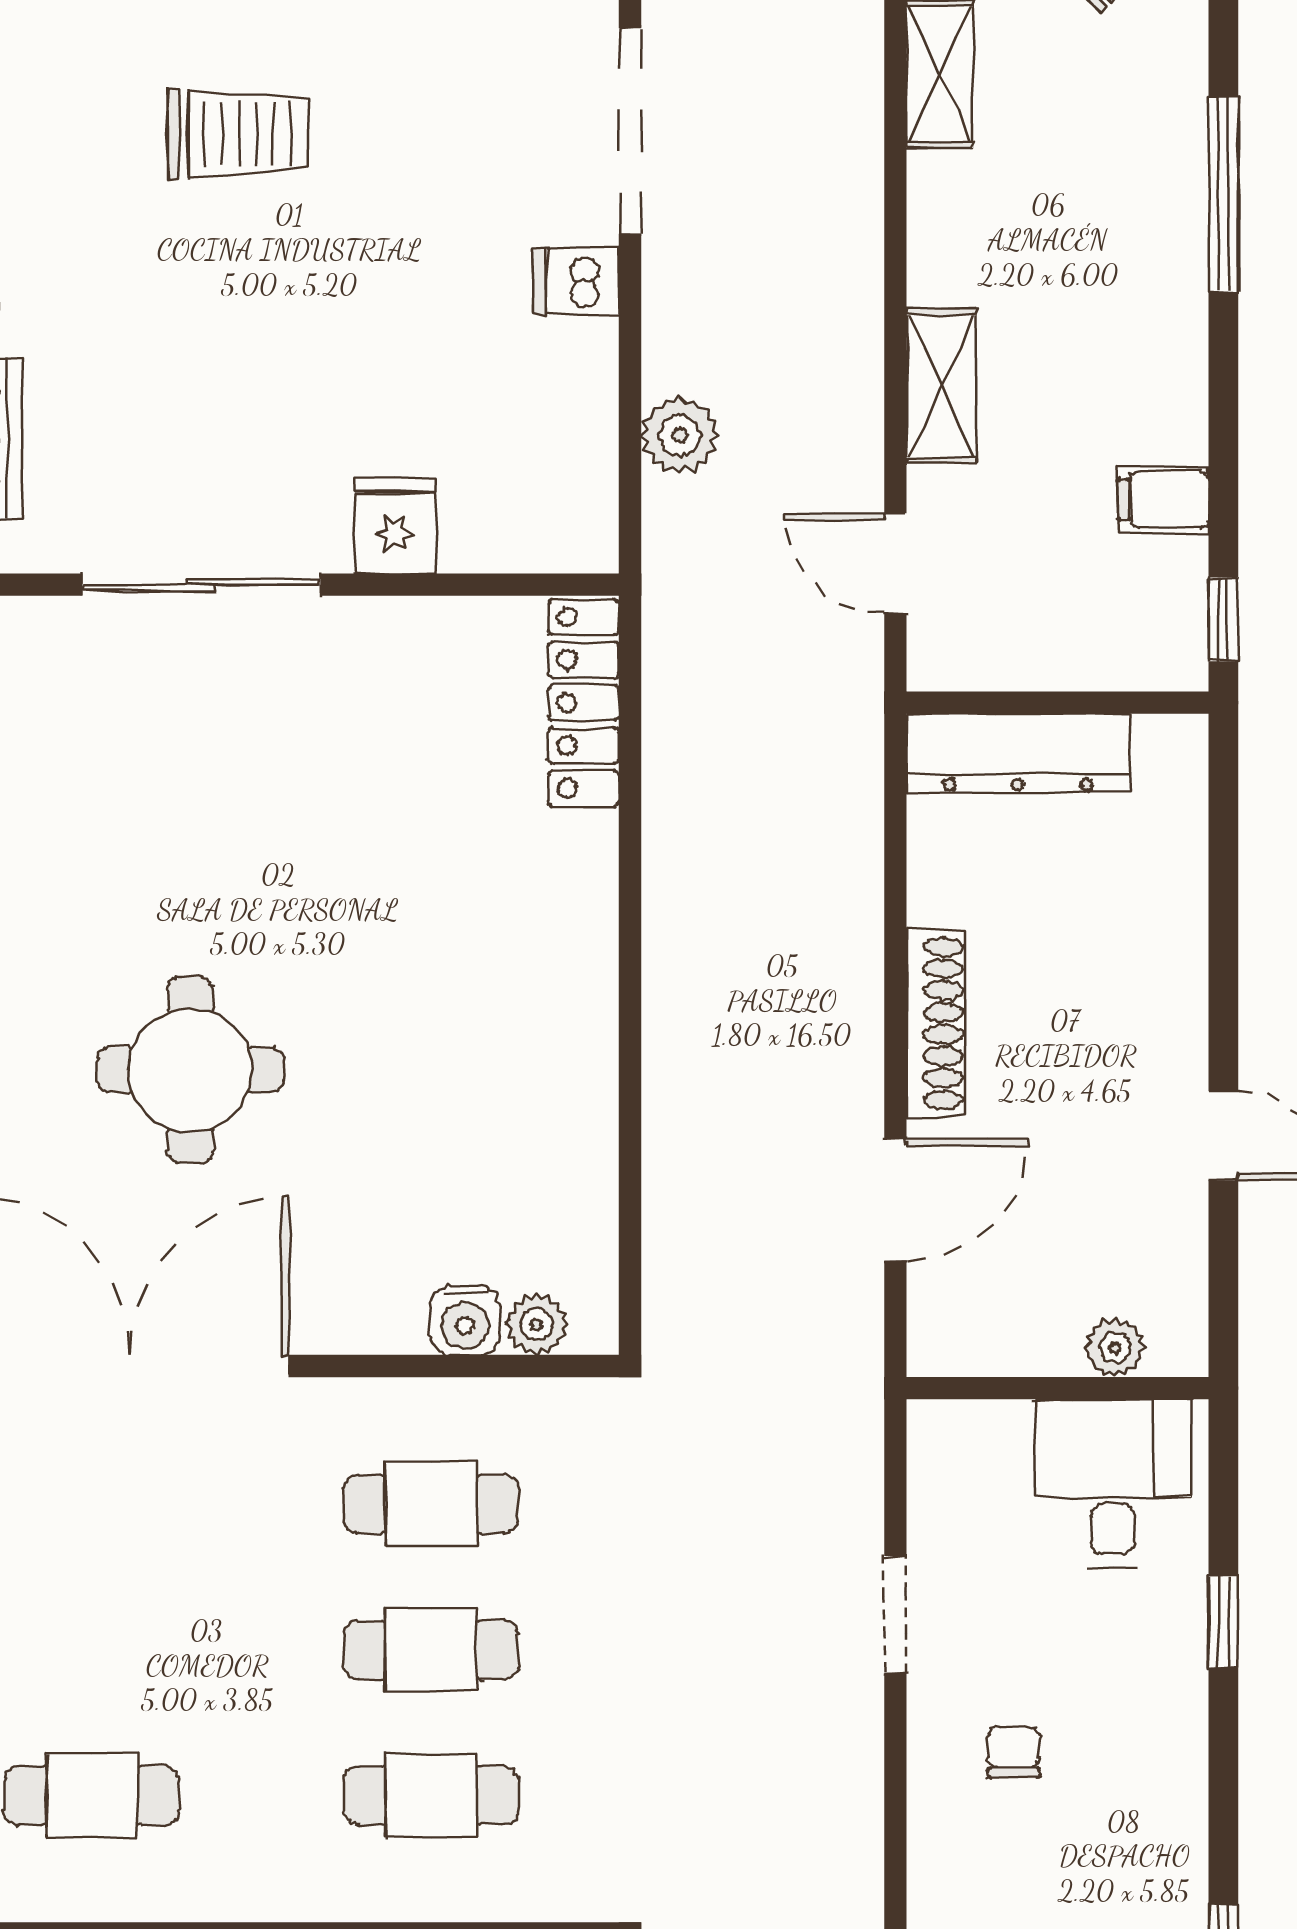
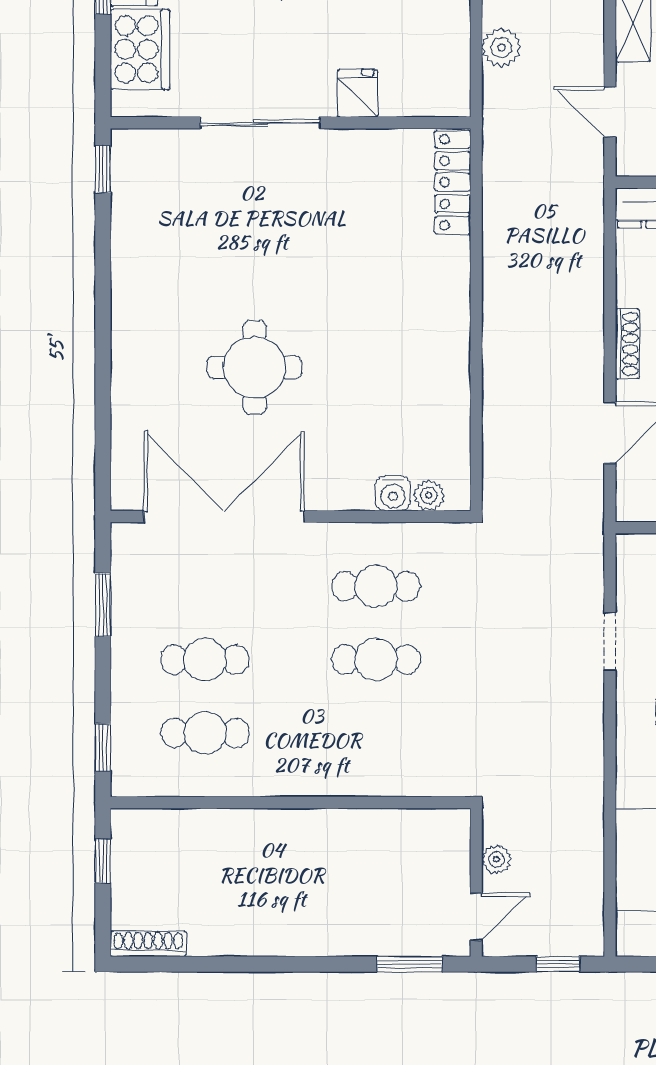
shoe rack: (936, 1023) -> (627, 344), width x0.74, depth x0.81
cafe table: (431, 1795) -> (205, 660), moved

